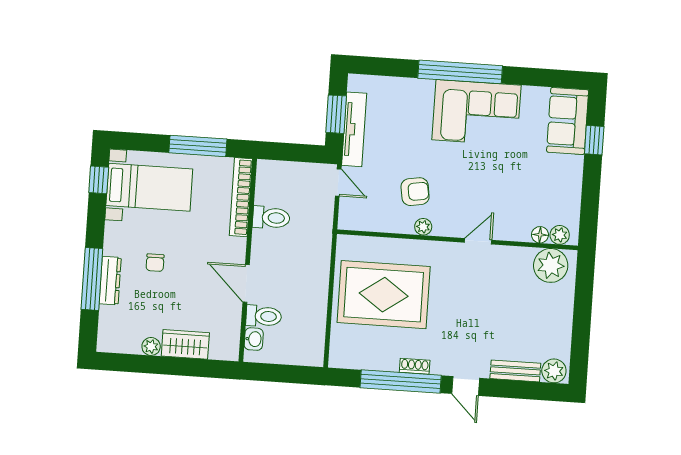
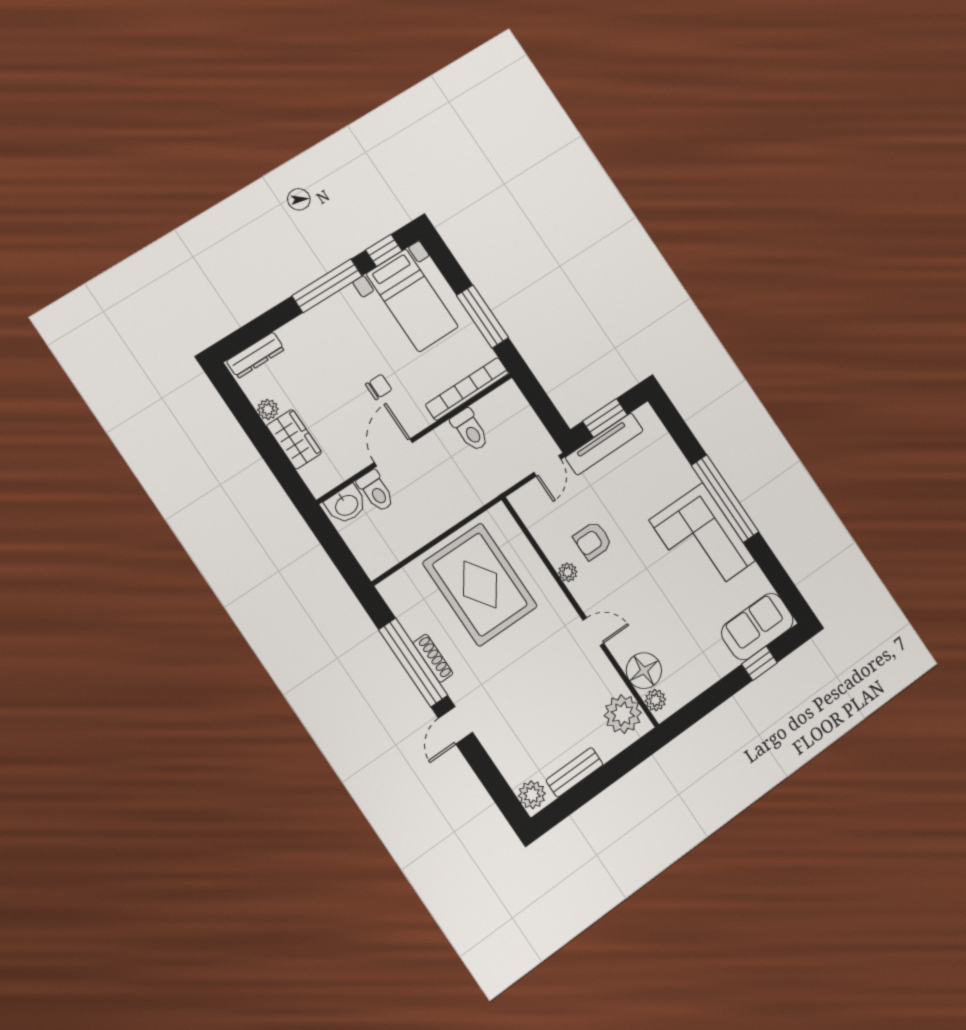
armchair: (415, 192) -> (593, 541), turned 99
floor lamp: (540, 235) -> (644, 671), width x1.89, depth x1.89
chair: (155, 263) -> (379, 387), moved, turned 180
window: (92, 279) -> (327, 286), moved
dresser: (110, 281) -> (256, 355), moved
washbasin: (254, 339) -> (346, 505), width x1.38, depth x1.45
shoe rack: (415, 366) -> (433, 658), width x1.43
bench: (515, 371) -> (575, 772), moved, turned 90

